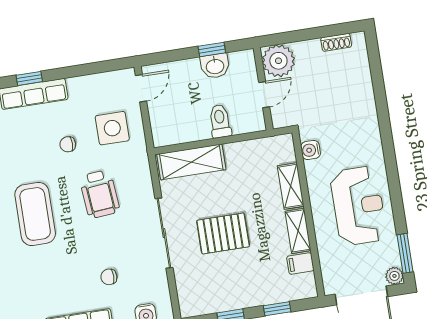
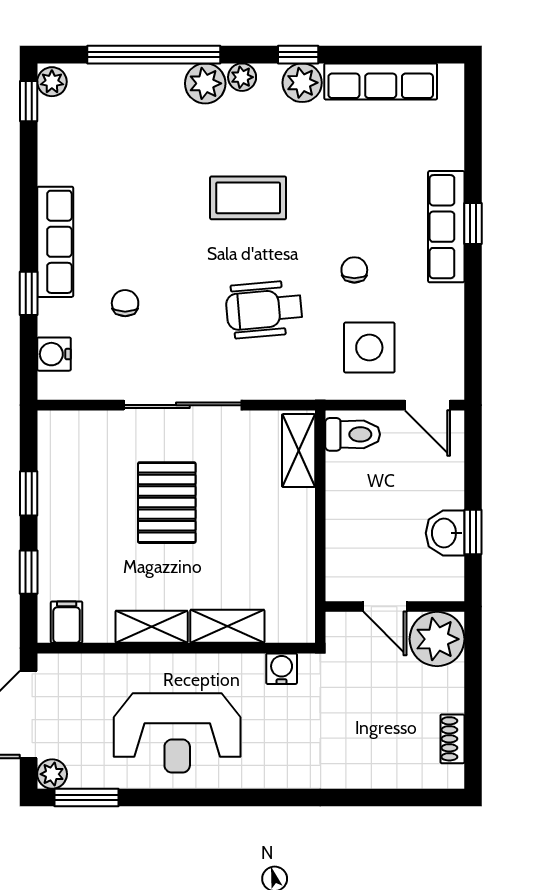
toilet: (220, 121) -> (353, 434), moved
shelving: (191, 162) -> (299, 451), width x0.67, depth x0.75
coffee table: (35, 214) -> (248, 198), width x0.73, depth x0.76
filing cabinet: (300, 263) -> (67, 622), moved

